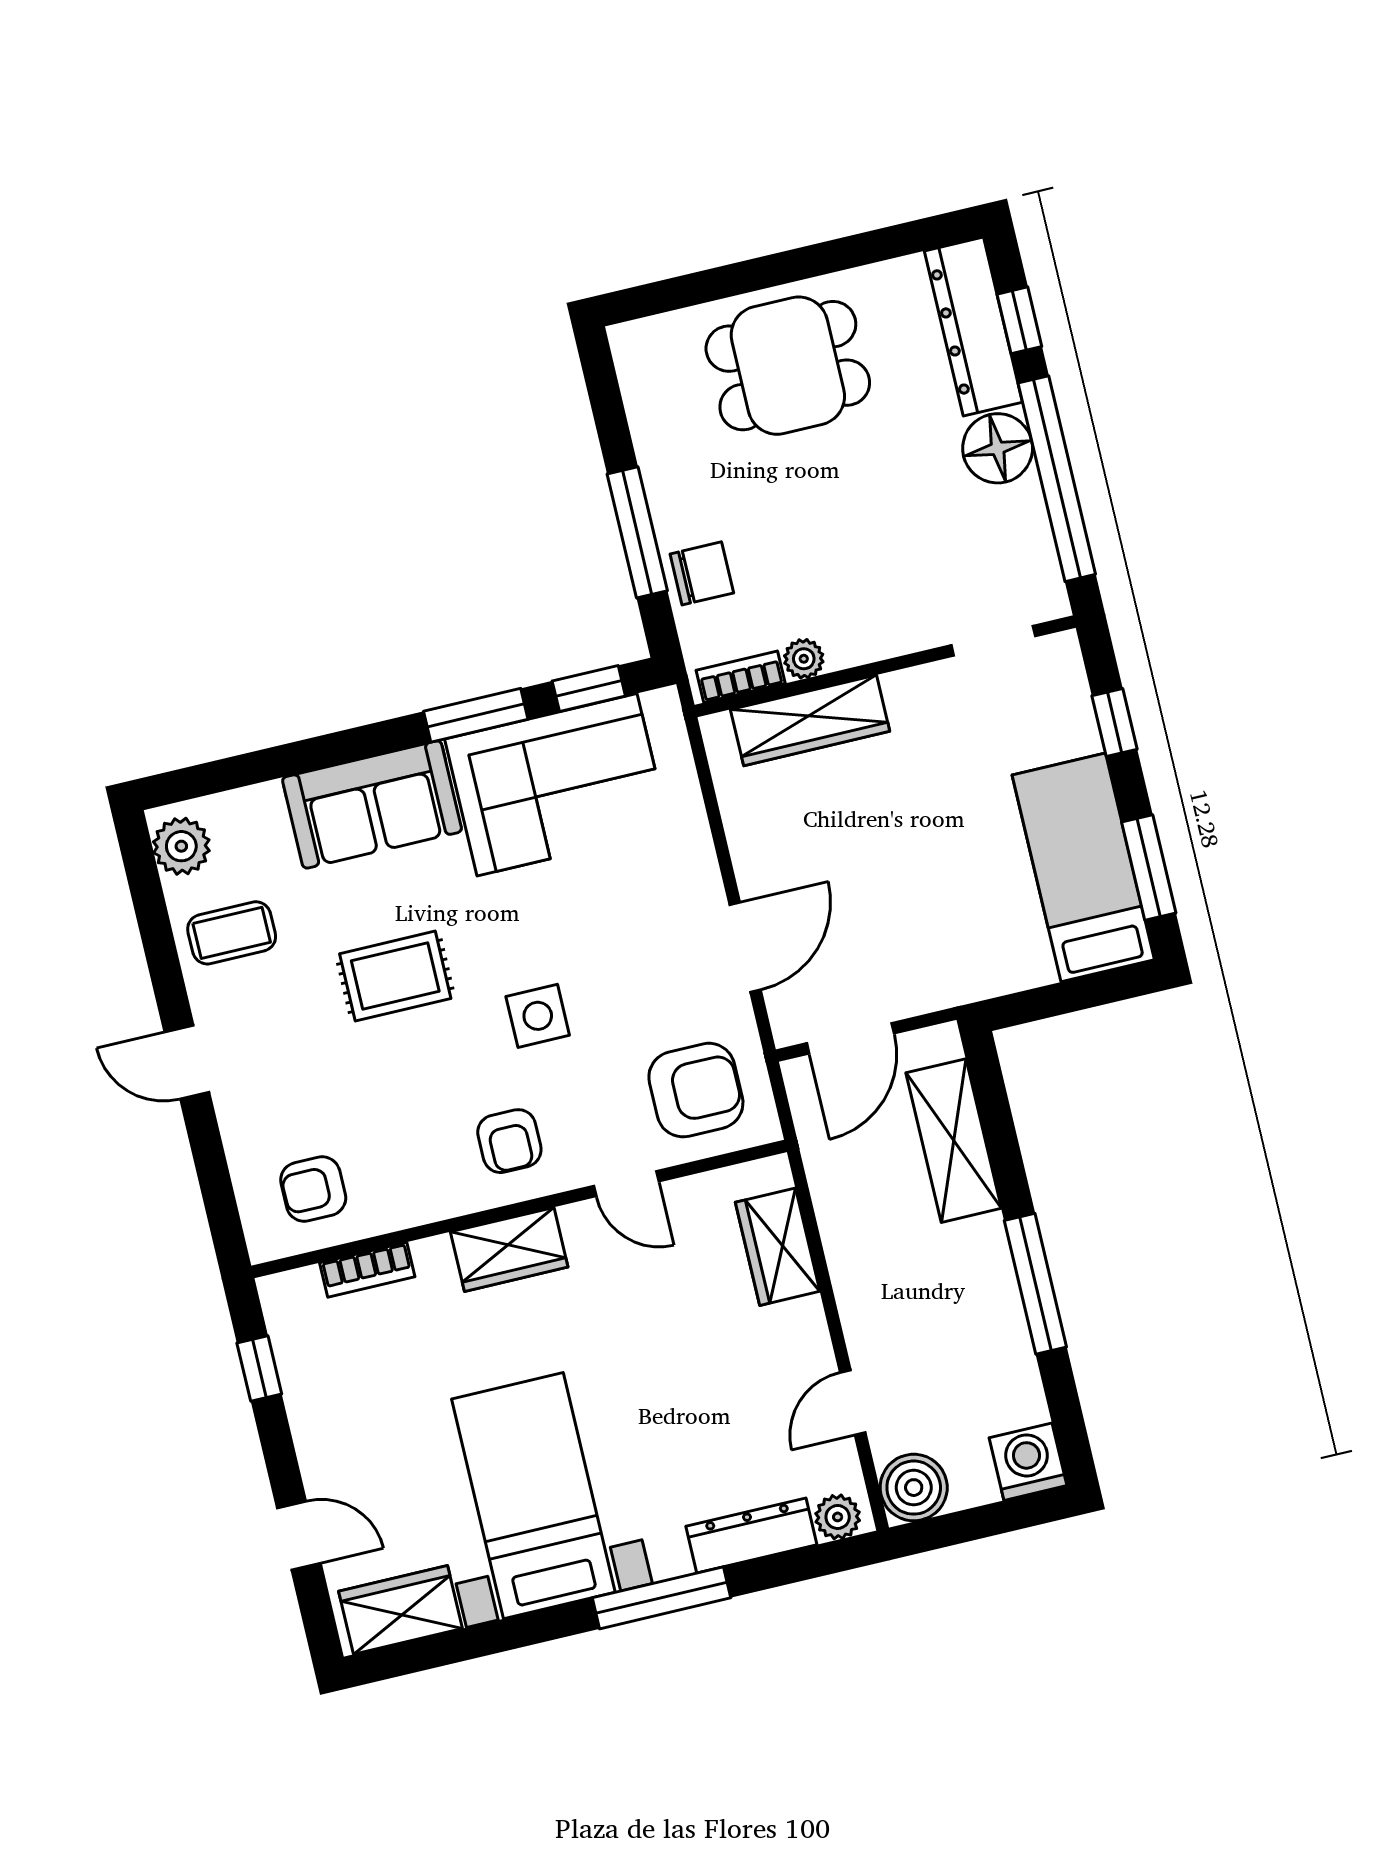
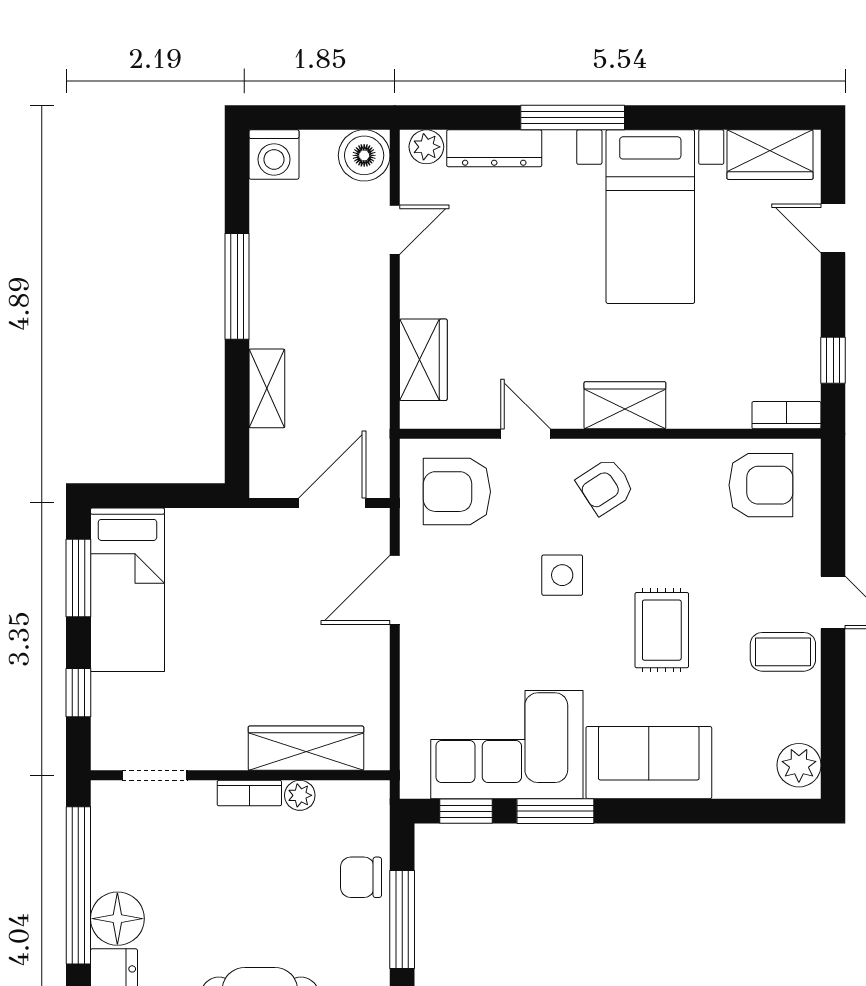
bookcase: (741, 677) -> (249, 793), moved
coffee table: (232, 933) -> (783, 652), moved
rug: (395, 976) -> (662, 630), turned 90
armchair: (509, 1141) -> (606, 486), turned -123
shelving: (954, 1141) -> (267, 388), width x0.67, depth x0.75
armchair: (313, 1189) -> (761, 485), width x1.38, depth x1.38
bookcase: (367, 1270) -> (786, 415), moved

